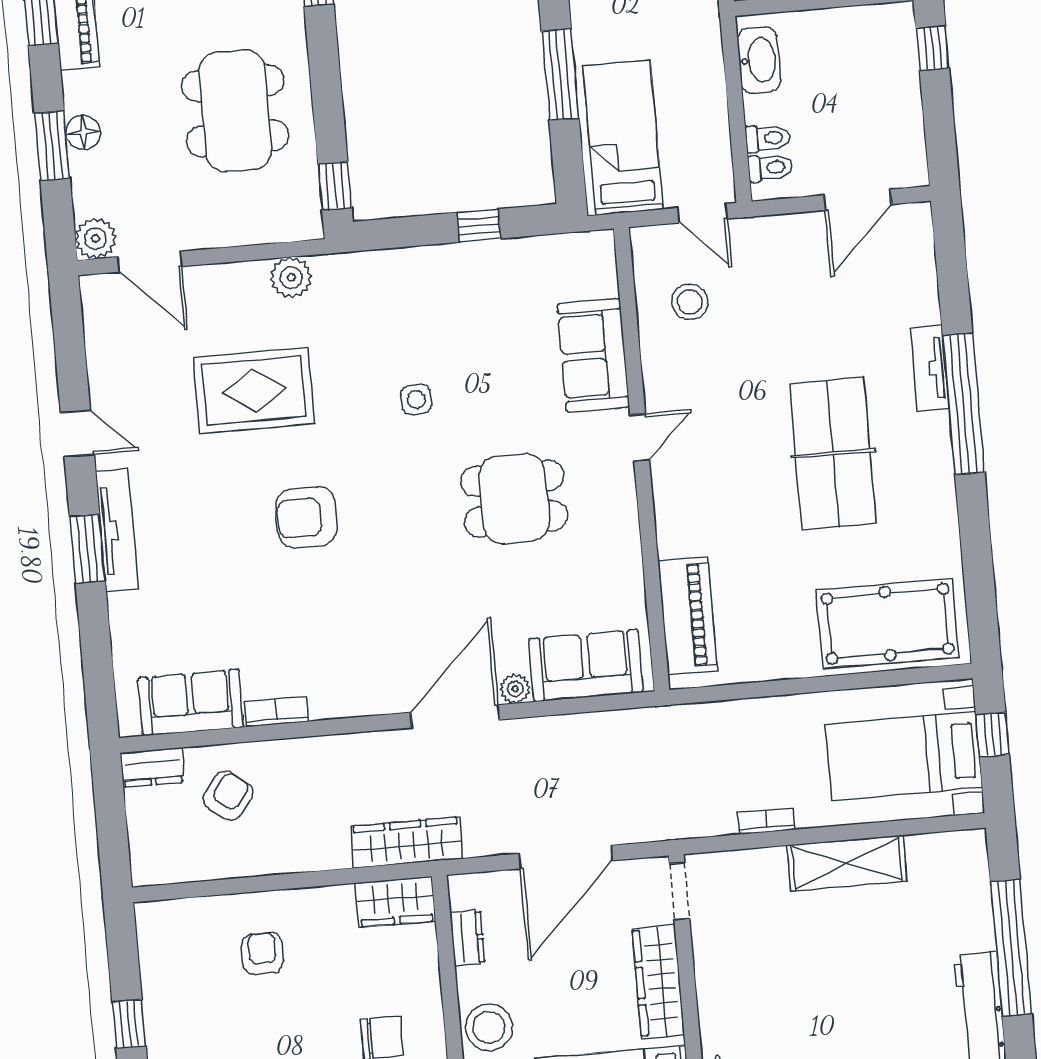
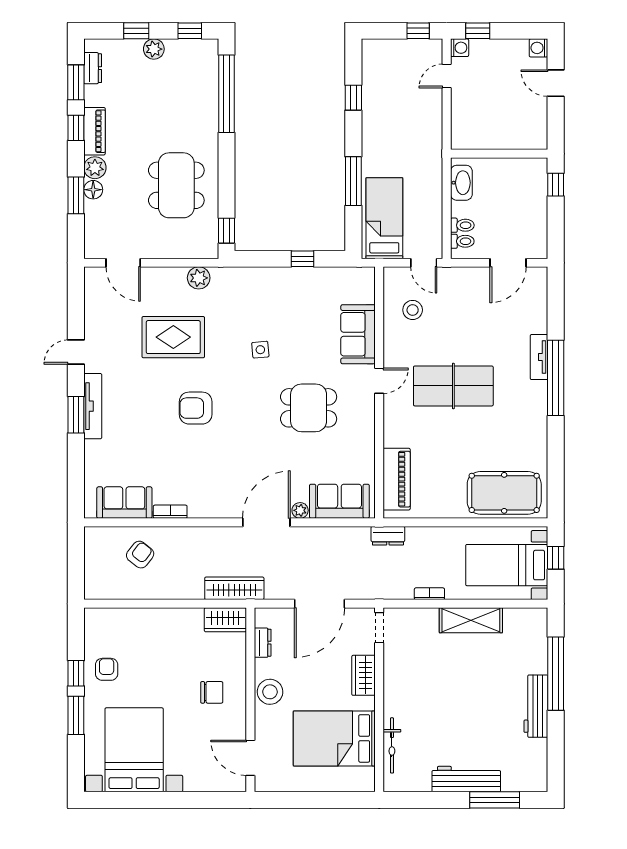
plant: (95, 239) -> (95, 168), moved
door: (77, 434) -> (76, 352), swing flipped
table tennis table: (833, 453) -> (453, 386), moved, turned 90
dresser: (152, 767) -> (388, 536), moved
armchair: (262, 953) -> (107, 669), moved
wardrobe: (658, 982) -> (364, 675), width x0.67

